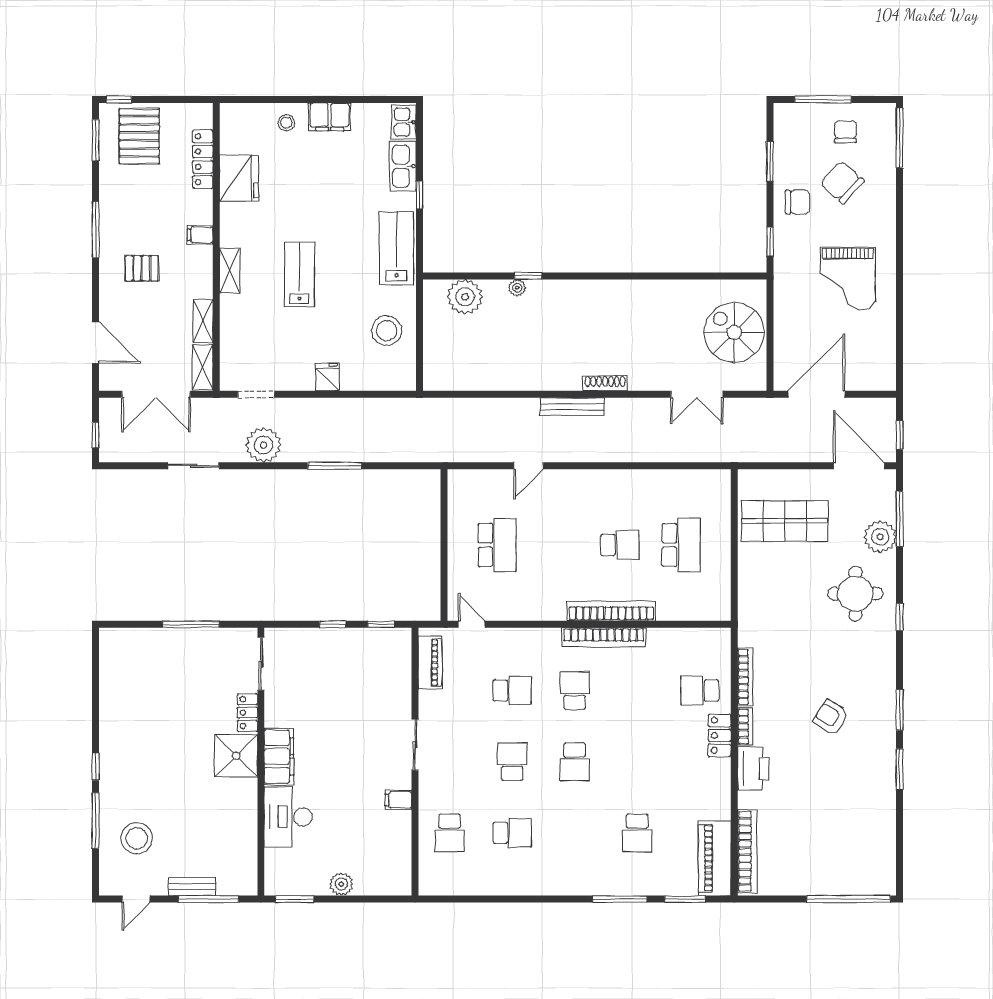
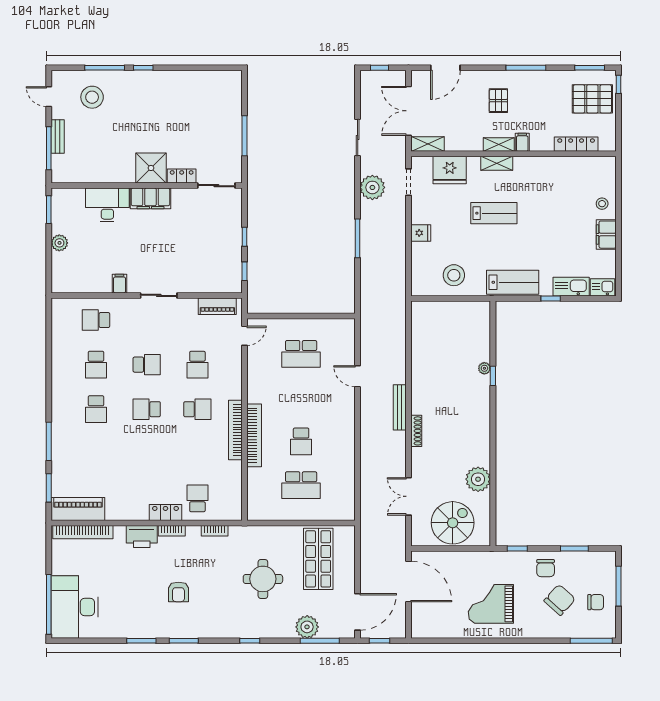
fridge: (239, 178) -> (450, 170), moved
plant: (465, 297) -> (478, 479), moved
shelving: (203, 321) -> (499, 144), moved
round table: (855, 594) -> (263, 579), moved
bookcase: (745, 677) -> (215, 531), width x0.64
armchair: (831, 717) -> (178, 592), turned 148
school desk: (637, 833) -> (96, 409), moved, turned -90
desk: (852, 863) -> (75, 607), added

